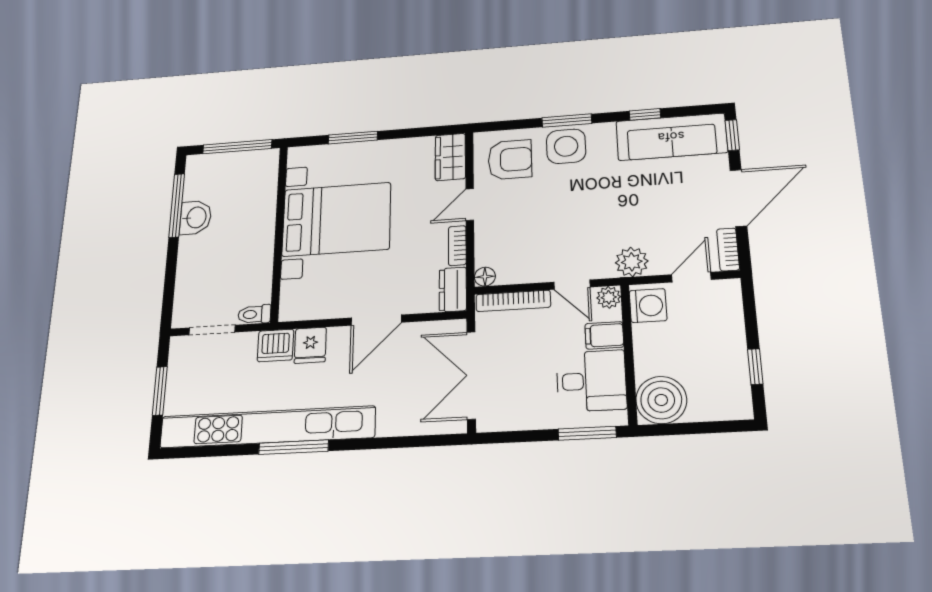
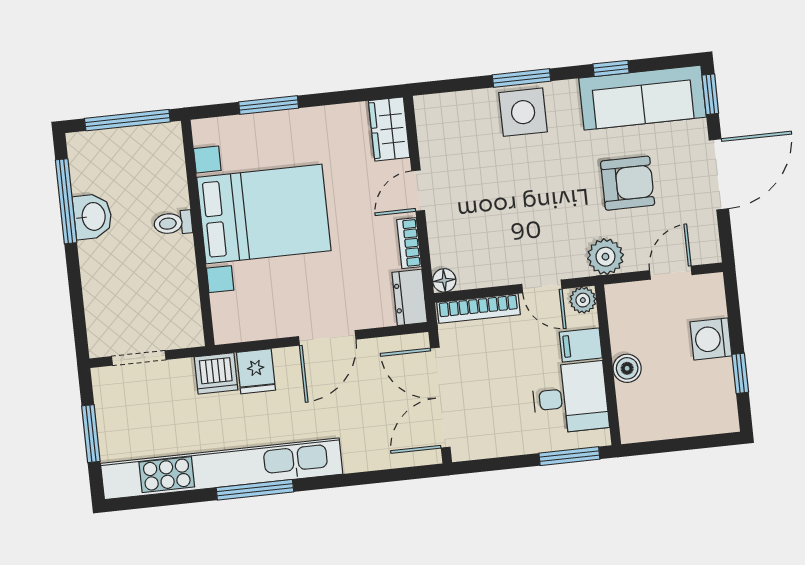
armchair: (510, 160) -> (628, 183), moved
bookcase: (728, 249) -> (709, 238), removed
washing machine: (648, 306) -> (711, 339), moved, turned 180
toilet: (254, 314) -> (173, 223), moved
boiler: (661, 400) -> (627, 368), moved, width x0.54, depth x0.54

